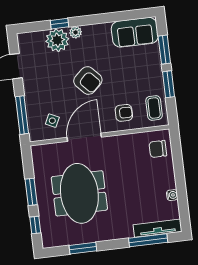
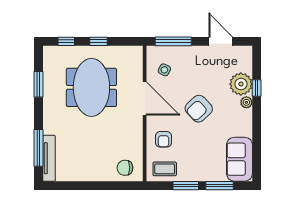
chair: (158, 149) -> (125, 168), turned -90
window: (31, 192) -> (99, 41), width x0.67
meeting table: (79, 193) -> (91, 87), turned 90
water cooler: (172, 195) -> (79, 176), removed

